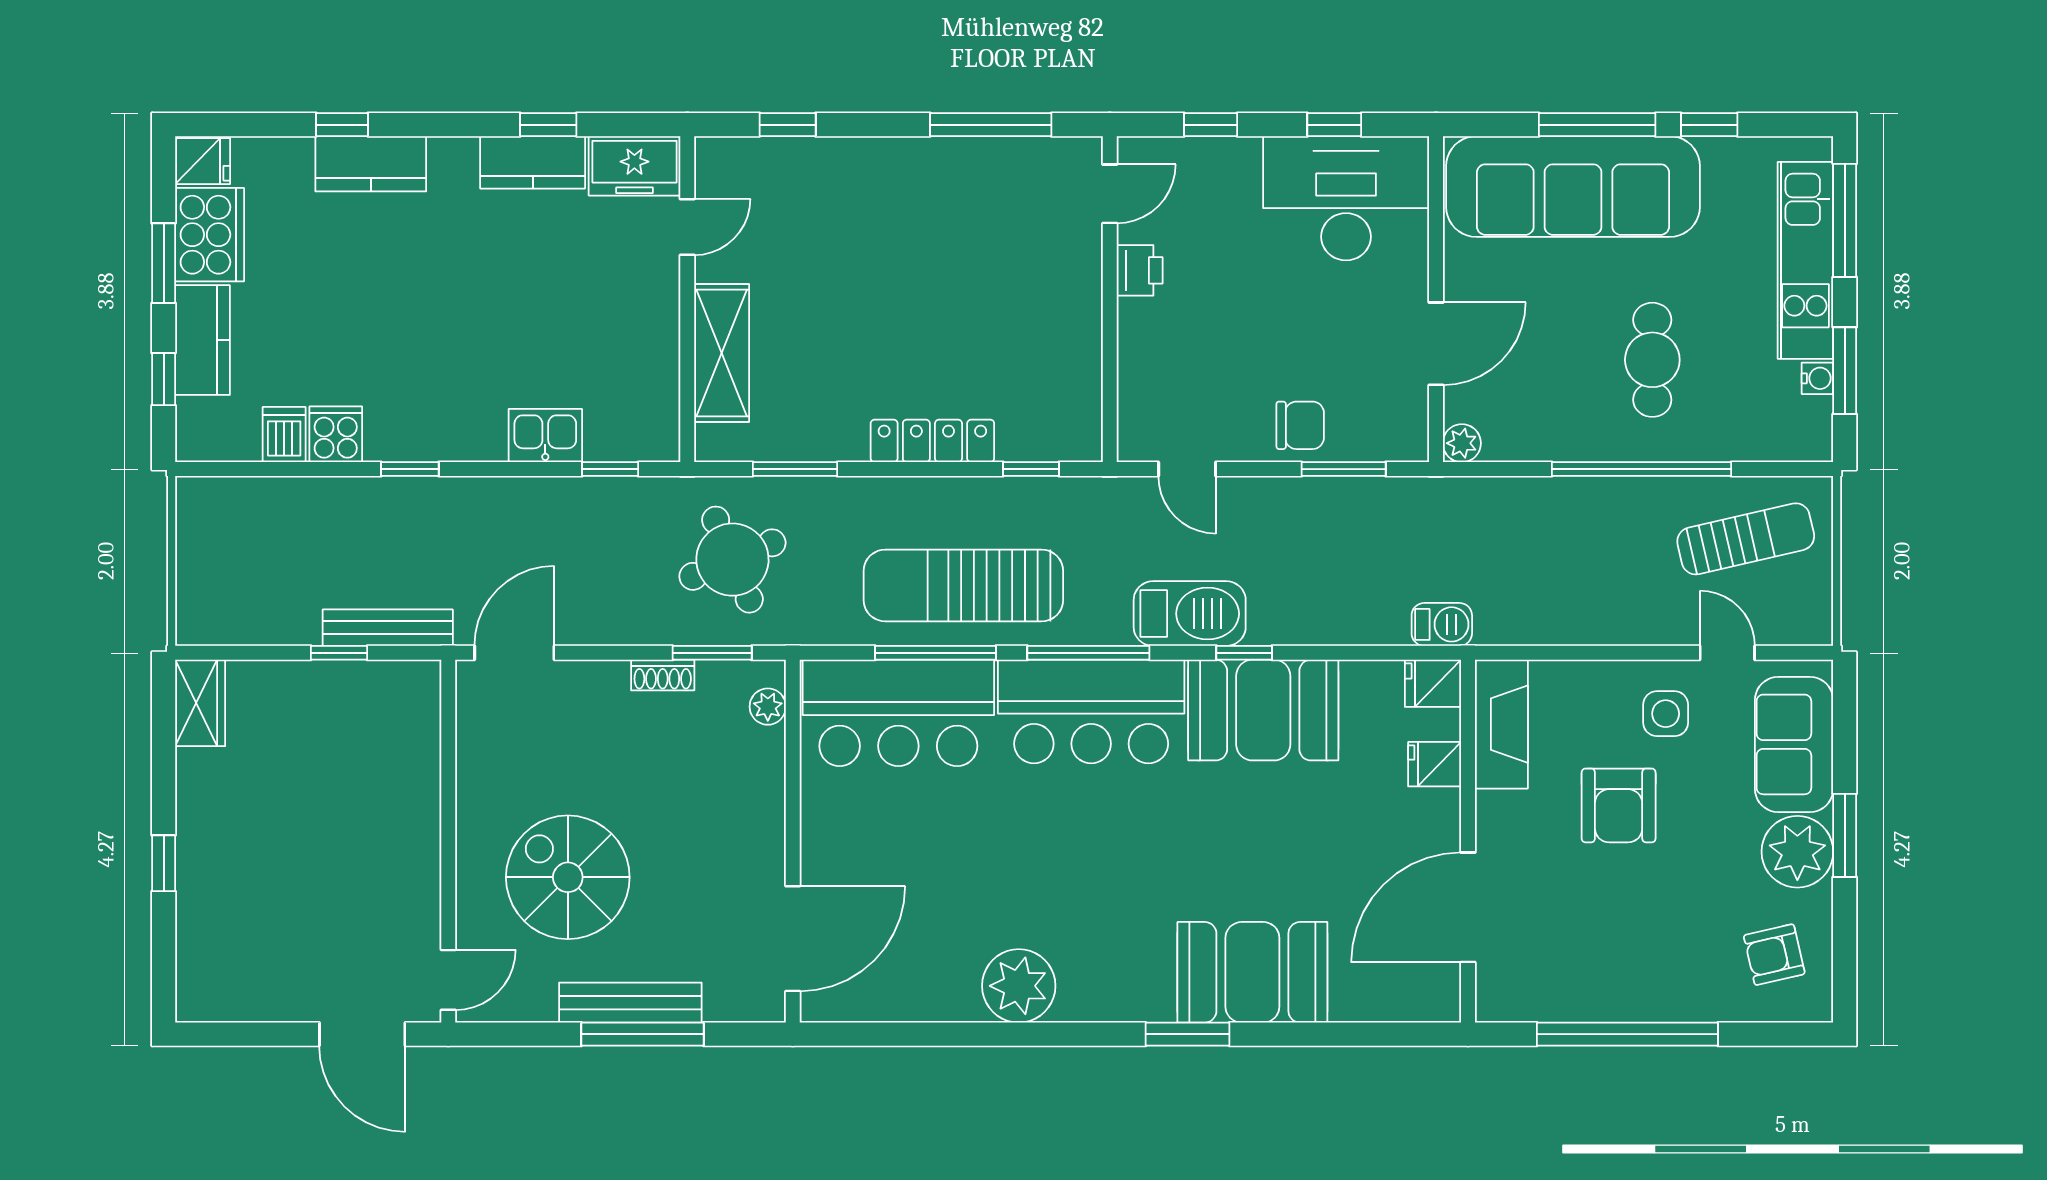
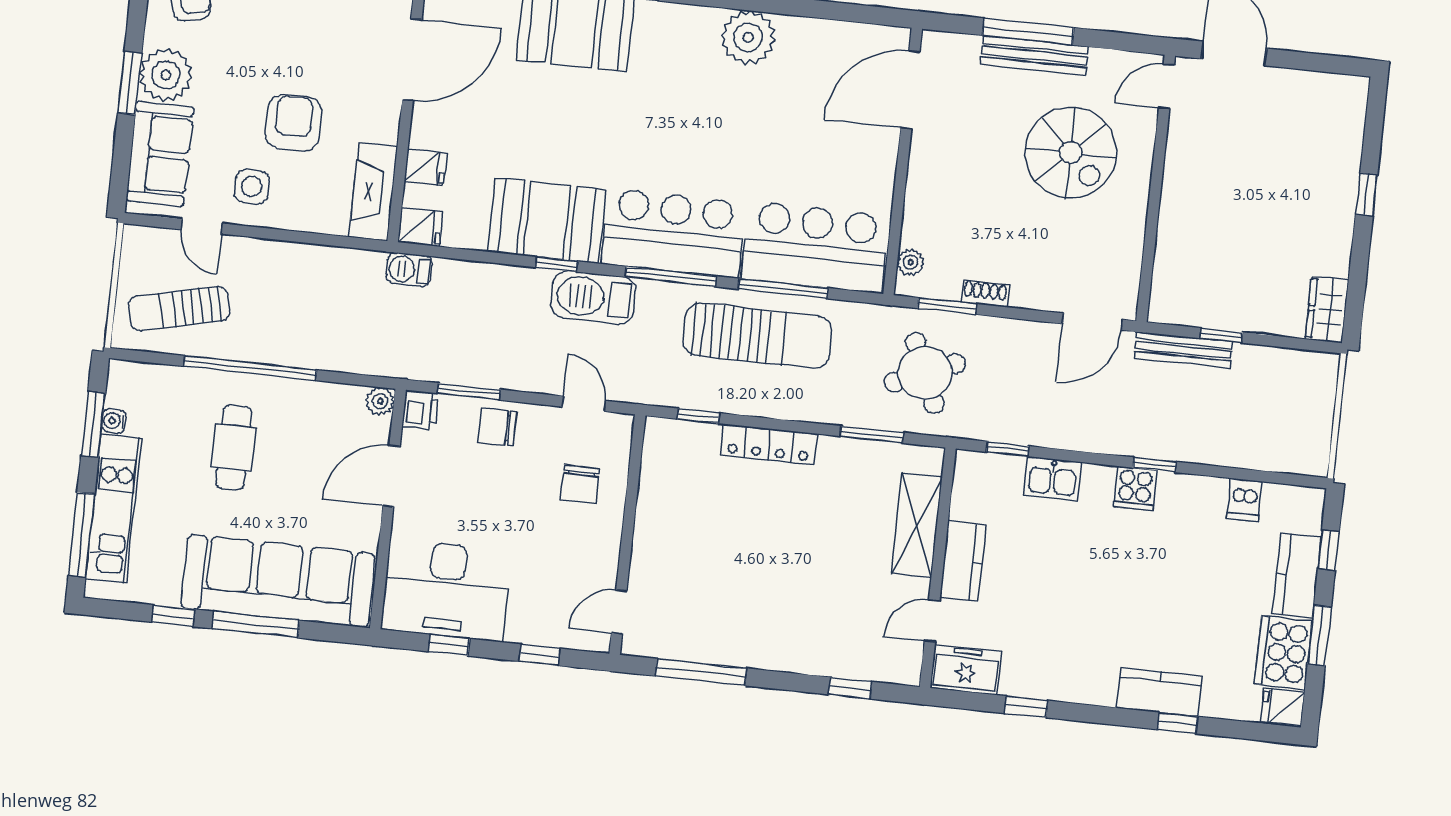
kitchen counter: (533, 162) -> (963, 561), moved, turned 90
printer: (1140, 270) -> (421, 410), moved, turned 180
chair: (1181, 360) -> (580, 484), added
cooker: (336, 434) -> (1135, 488), moved

